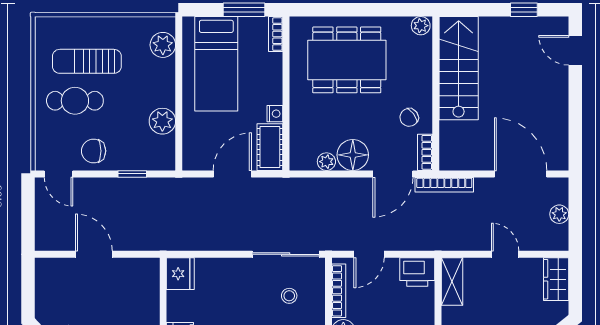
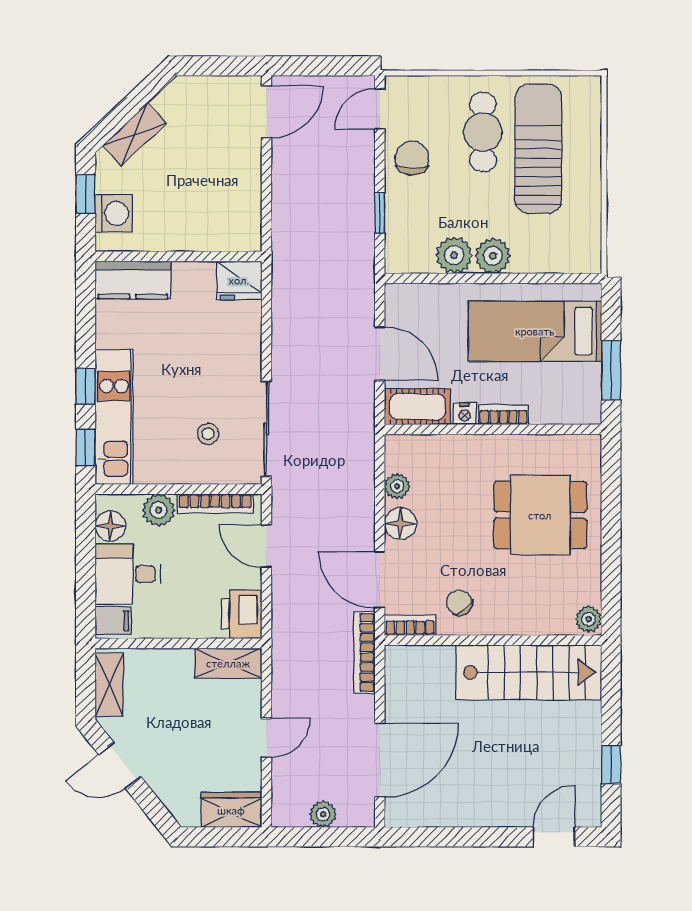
bookcase: (276, 34) -> (503, 415), moved
plant: (163, 45) -> (493, 256), moved
dining table: (347, 60) -> (540, 515), width x0.73
sun lounger: (87, 61) -> (538, 149), width x1.36, depth x1.34
floor lamp: (353, 155) -> (400, 523), width x0.73, depth x0.73
door: (94, 254) -> (266, 112), moved

